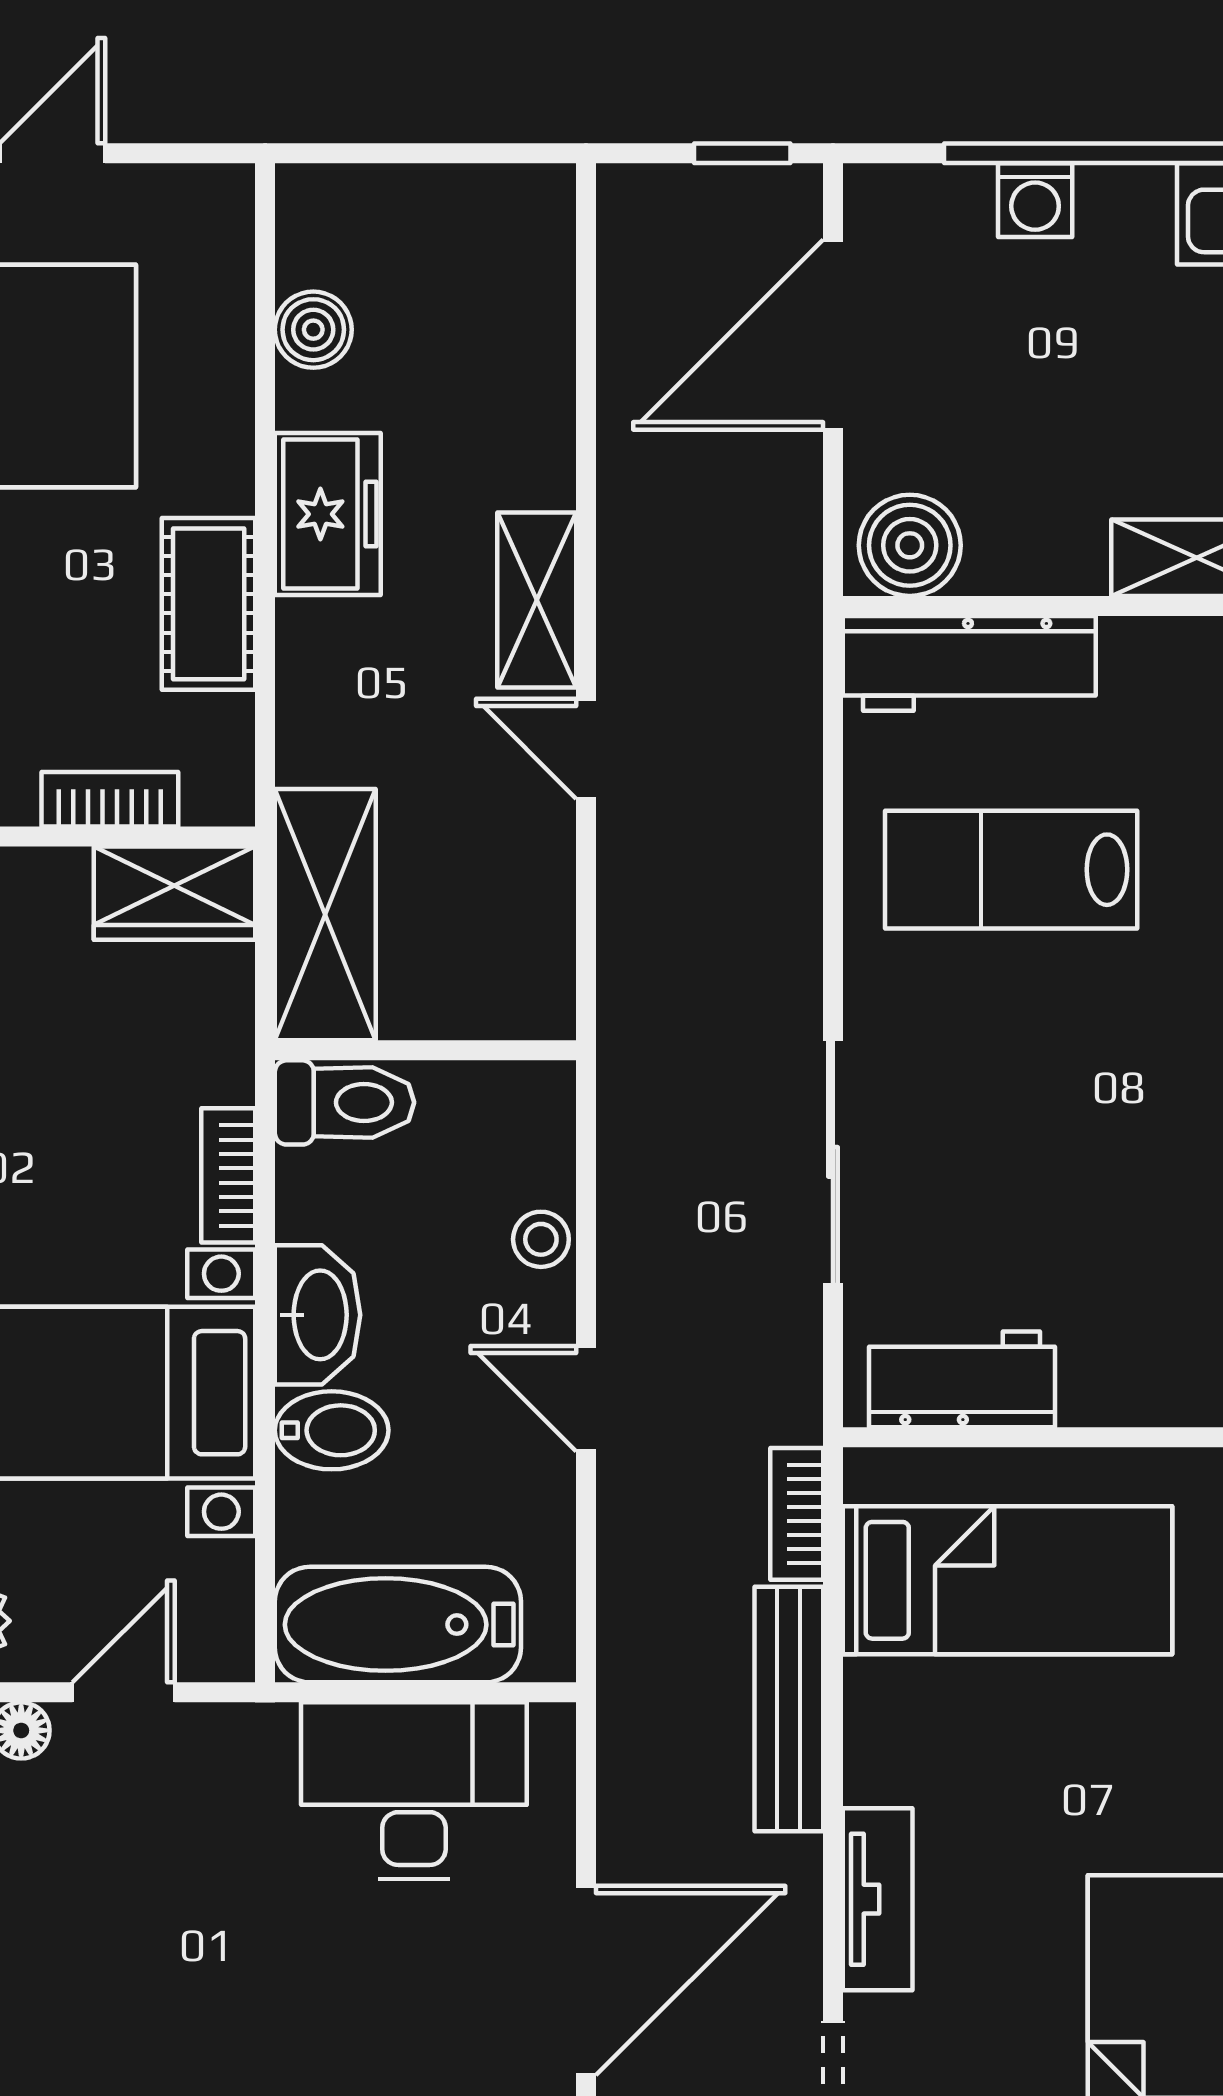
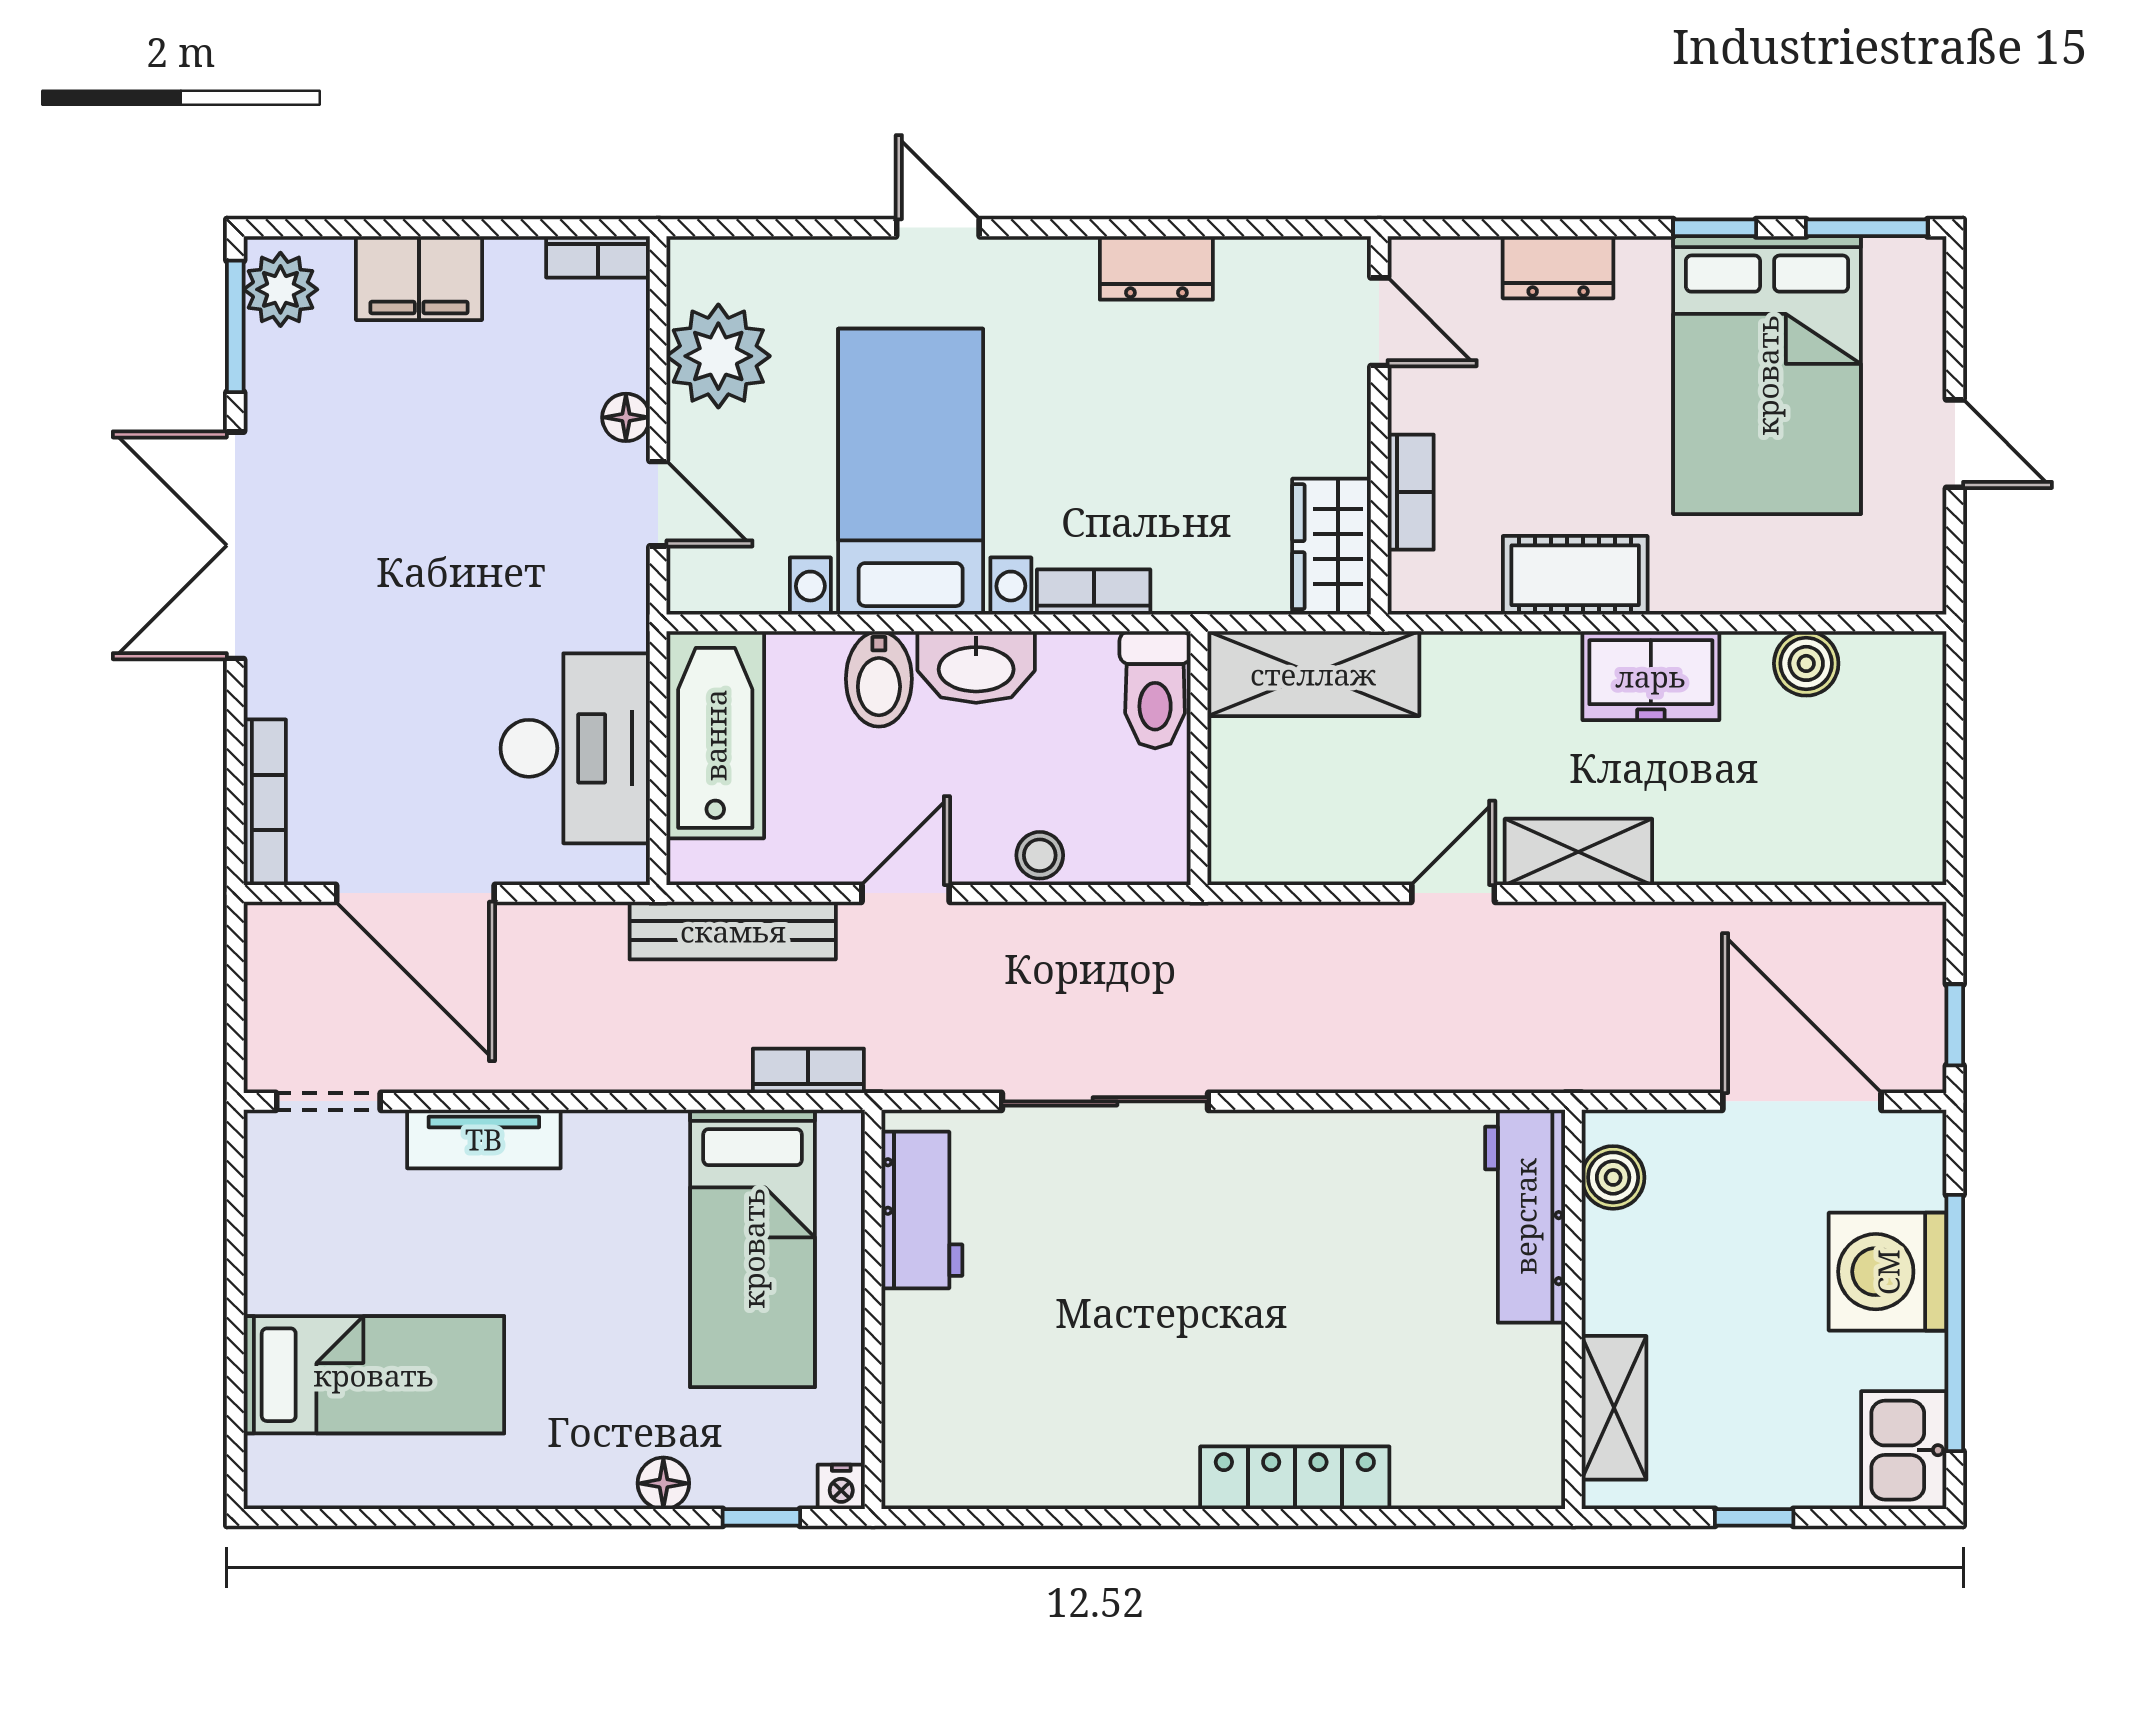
washing machine: (1035, 200) -> (1888, 1272), width x1.89, depth x1.89
boiler: (910, 545) -> (1613, 1177), width x0.73, depth x0.73
lab bench: (1011, 870) -> (1351, 1251), removed
bench: (789, 1709) -> (733, 931), moved

